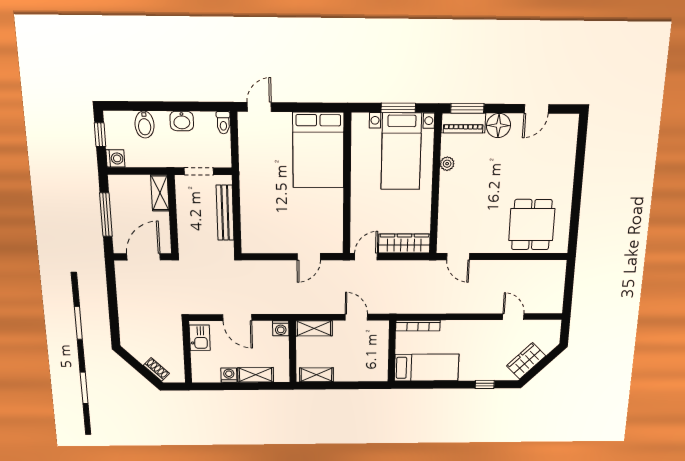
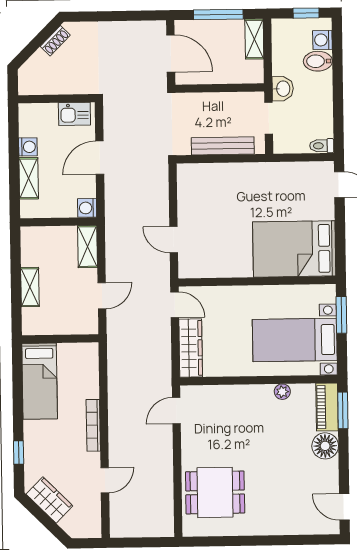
window: (398, 108) -> (341, 315), moved
door: (536, 109) -> (344, 507), moved
washbasin: (182, 121) -> (283, 89), moved, turned 180
washing machine: (115, 158) -> (322, 40), moved, turned 90
shelving: (160, 193) -> (254, 39), moved, turned 90
bookcase: (418, 326) -> (93, 425), moved
shoe rack: (156, 369) -> (55, 41), moved
shelving: (316, 375) -> (30, 287), moved

